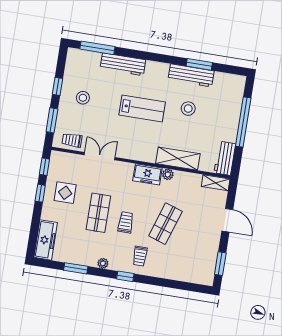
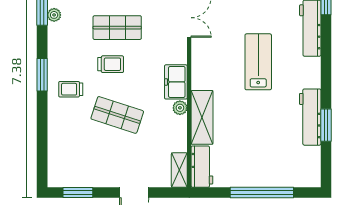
lab bench: (142, 109) -> (258, 62), turned 180
stool: (188, 109) -> (268, 120), removed
workbench: (225, 158) -> (202, 167), moved, turned 90
plant: (103, 263) -> (54, 15), moved
window: (125, 276) -> (42, 75), width x1.50

